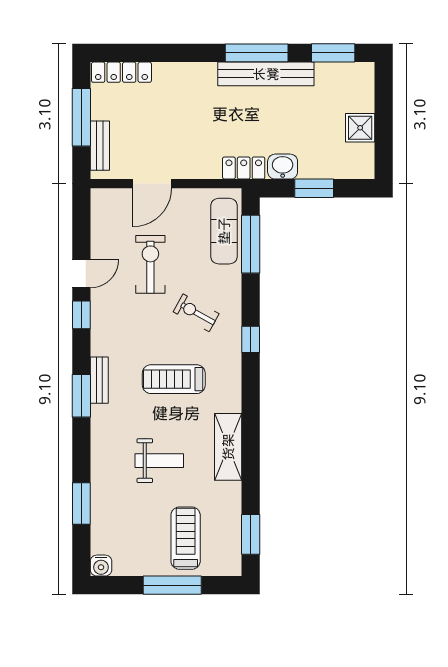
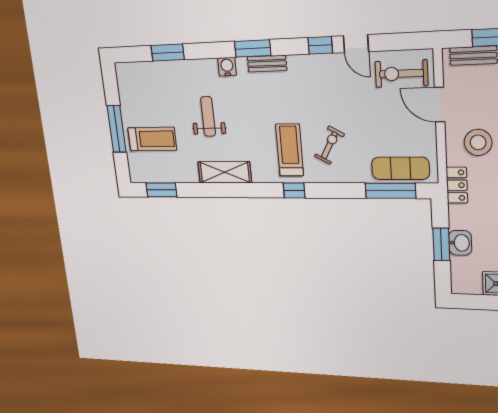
stool: (195, 143) -> (478, 142), added
washbasin: (283, 167) -> (460, 243), moved
exercise bike: (150, 264) -> (401, 74), moved, turned 180
window: (251, 339) -> (294, 190), moved
treadmill: (174, 379) -> (290, 150), moved
weight bench: (159, 461) -> (208, 116), turned 180
water cooler: (101, 566) -> (227, 67), moved, turned 90

